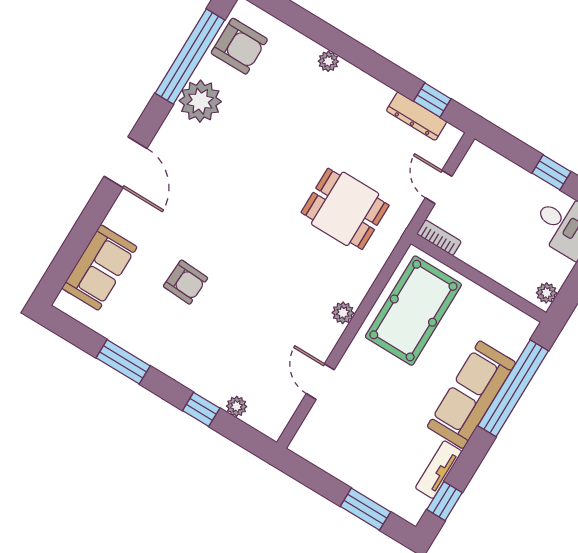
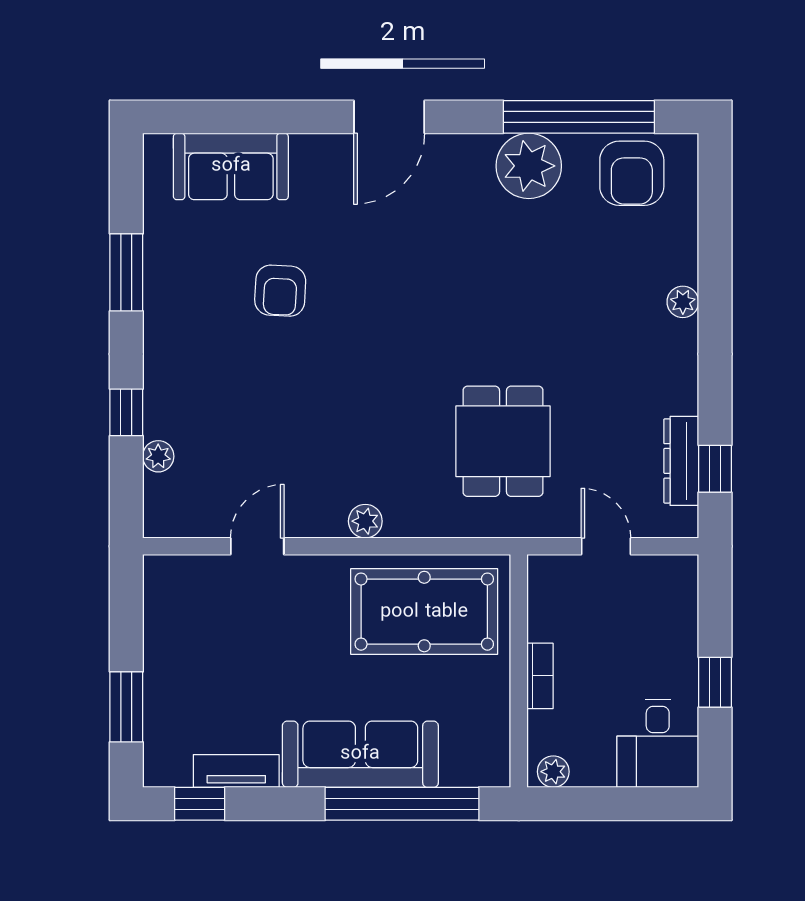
door: (439, 187) -> (606, 546), hinge flipped
bookcase: (439, 238) -> (540, 676), moved

